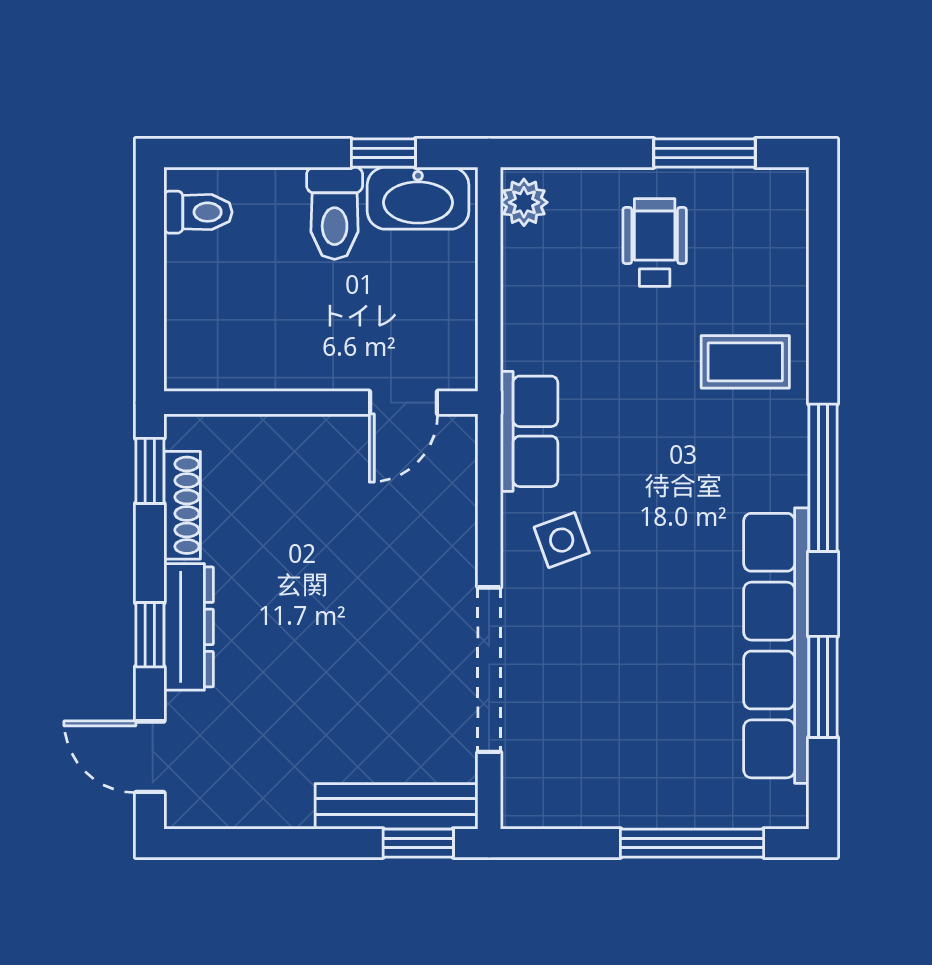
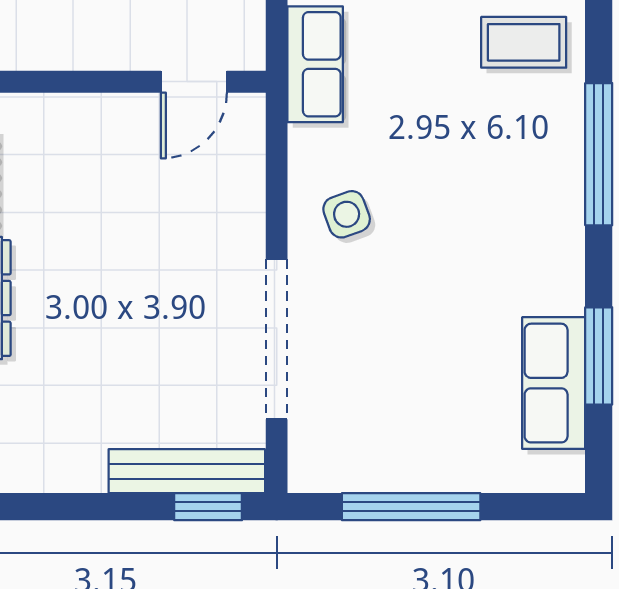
row of seats: (529, 431) -> (315, 64), moved
row of seats: (776, 646) -> (554, 383), width x0.50
window: (692, 843) -> (411, 507), moved

